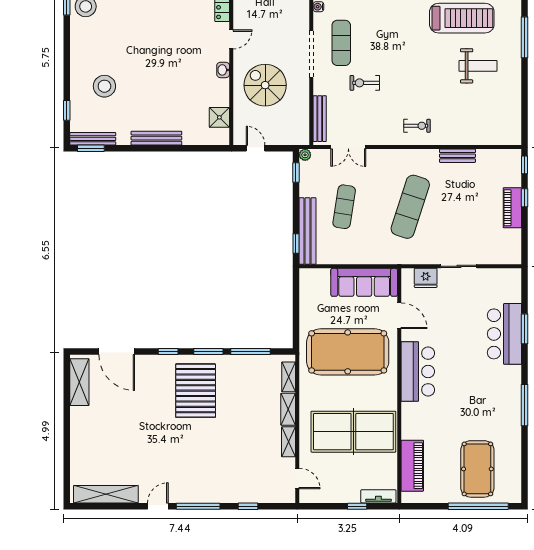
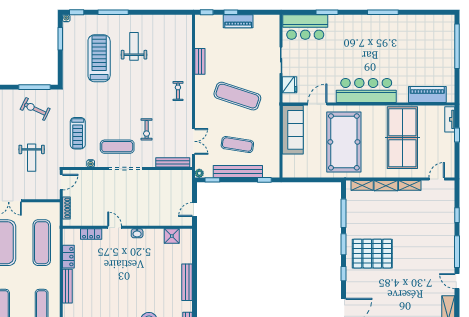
spiral stairs: (265, 85) -> (148, 202), removed
bench: (307, 231) -> (238, 171), moved
bar counter: (504, 334) -> (305, 27), moved
bar counter: (418, 371) -> (366, 91), width x1.36
pool table: (477, 469) -> (430, 47), removed

